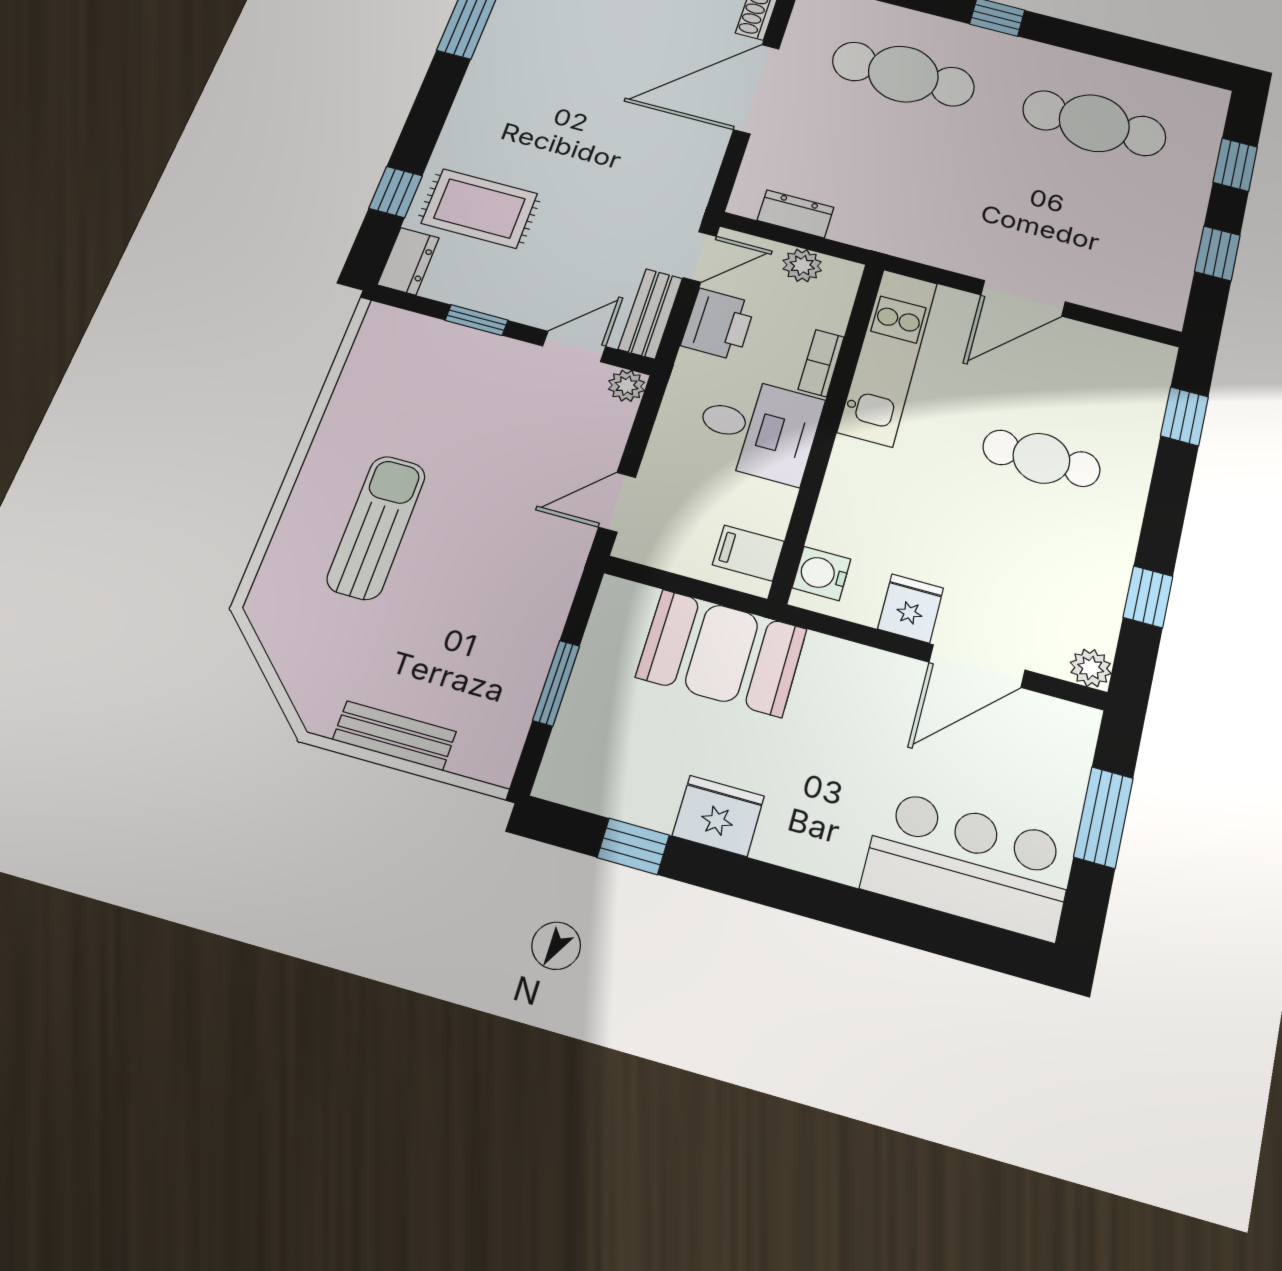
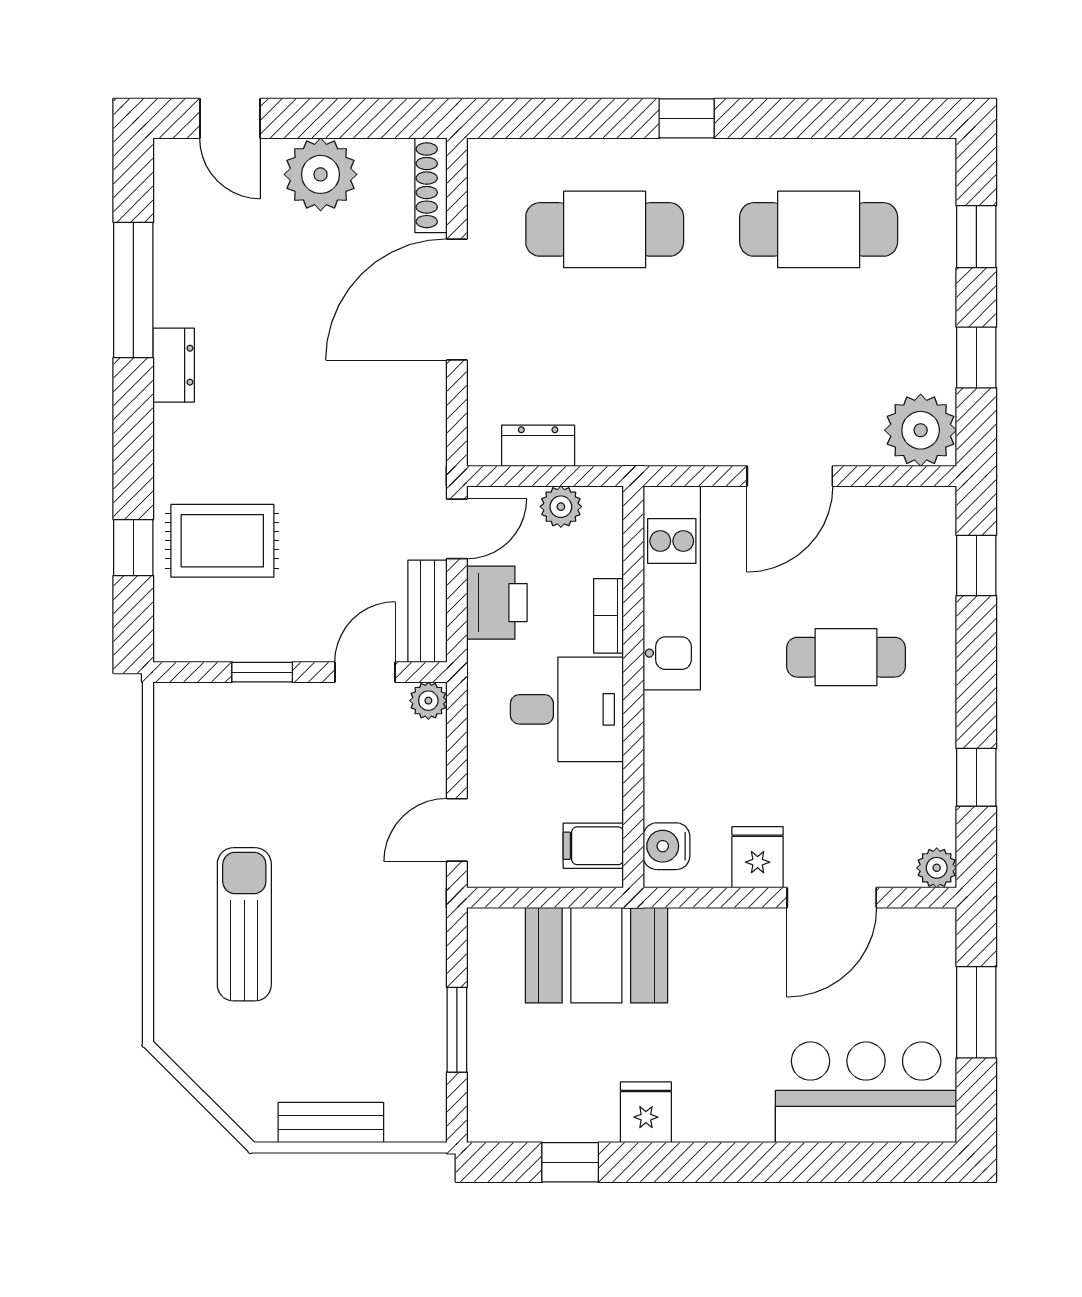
dresser: (408, 261) -> (174, 365), moved
plant: (1154, 295) -> (921, 430), added
fridge: (718, 816) -> (646, 1112), width x0.72

